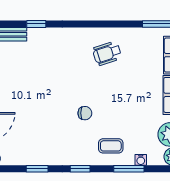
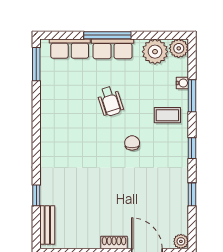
wheelchair: (107, 53) -> (110, 101), moved
coffee table: (111, 146) -> (167, 115), turned 90

